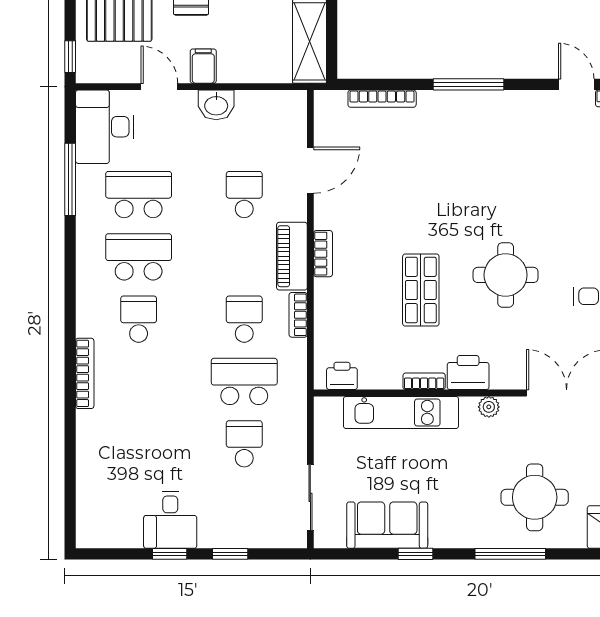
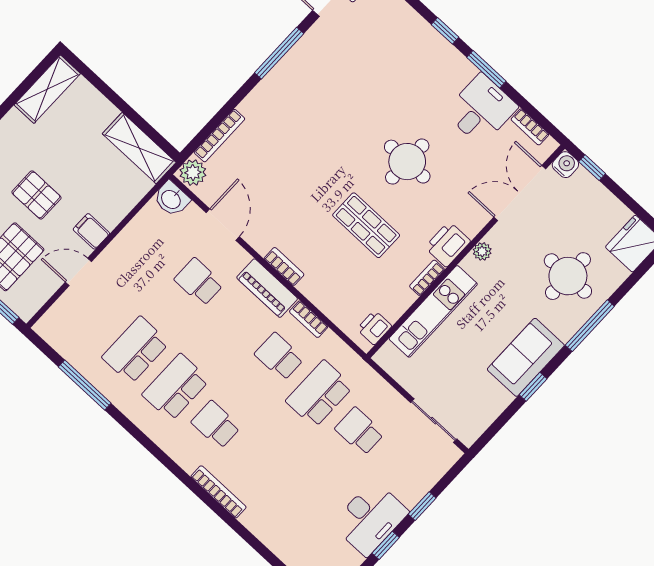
window: (468, 84) -> (279, 53), moved
washbasin: (216, 105) -> (171, 199), moved, turned 90
plant: (331, 105) -> (193, 173), added
desk: (105, 127) -> (71, 331), removed
desk: (170, 520) -> (370, 518), width x1.37
sofa: (387, 525) -> (526, 357), moved

